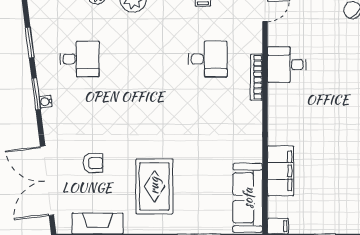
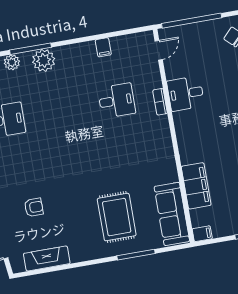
bookcase: (256, 77) -> (160, 102), width x0.64
rug: (154, 186) -> (117, 217), moved

